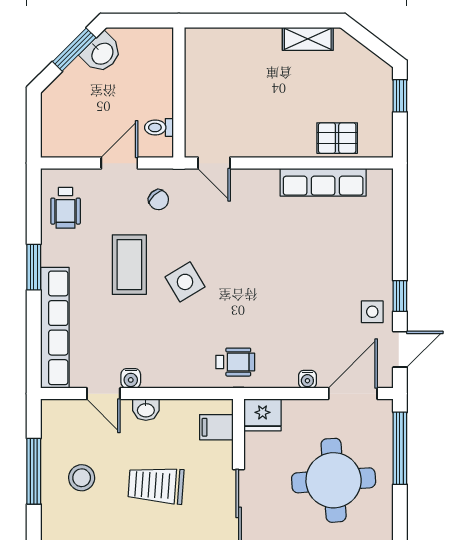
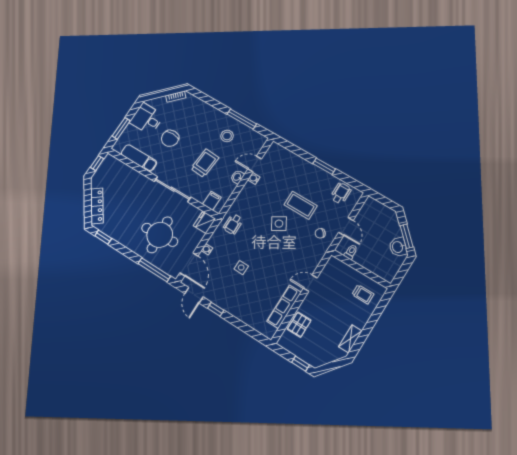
trolley: (220, 63) -> (363, 294), added
door: (214, 163) -> (310, 283), moved
wheelchair: (66, 208) -> (341, 193), turned 90
side table: (372, 312) -> (241, 268), moved
row of seats: (55, 328) -> (294, 160), removed

